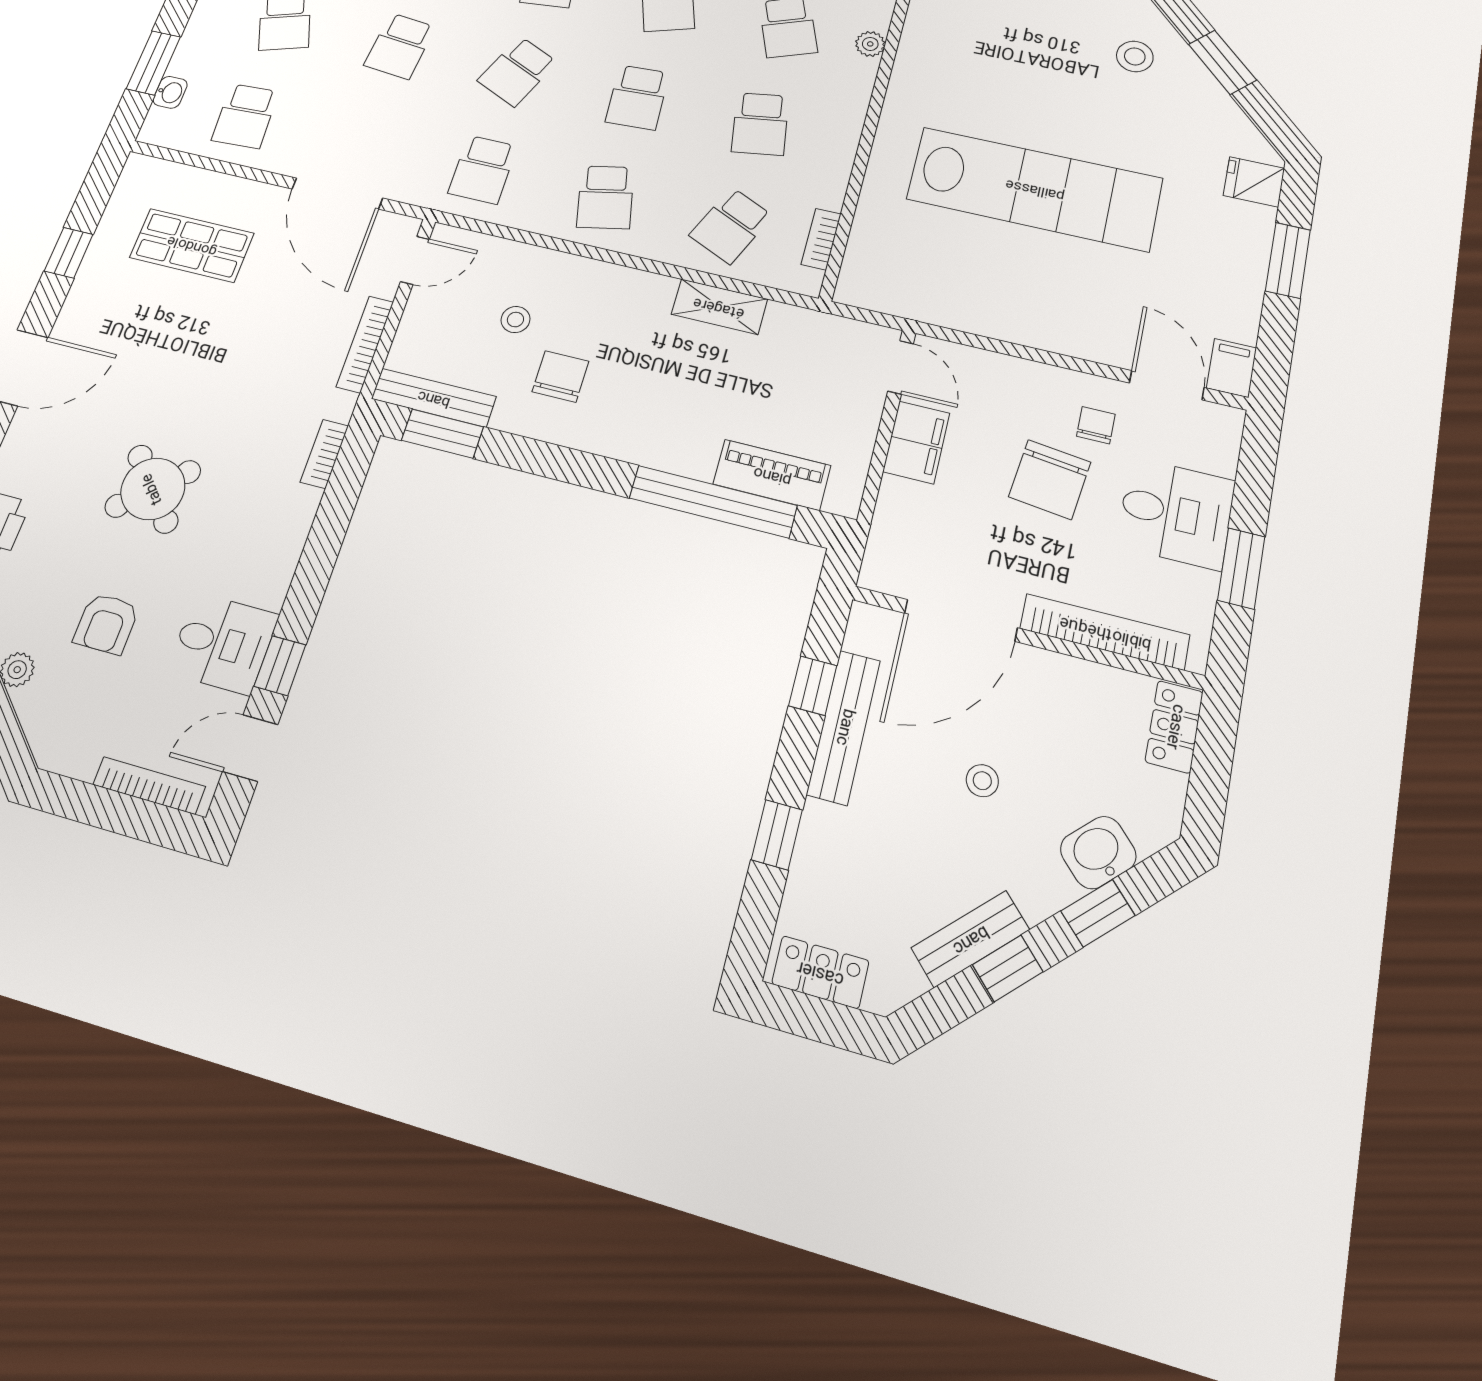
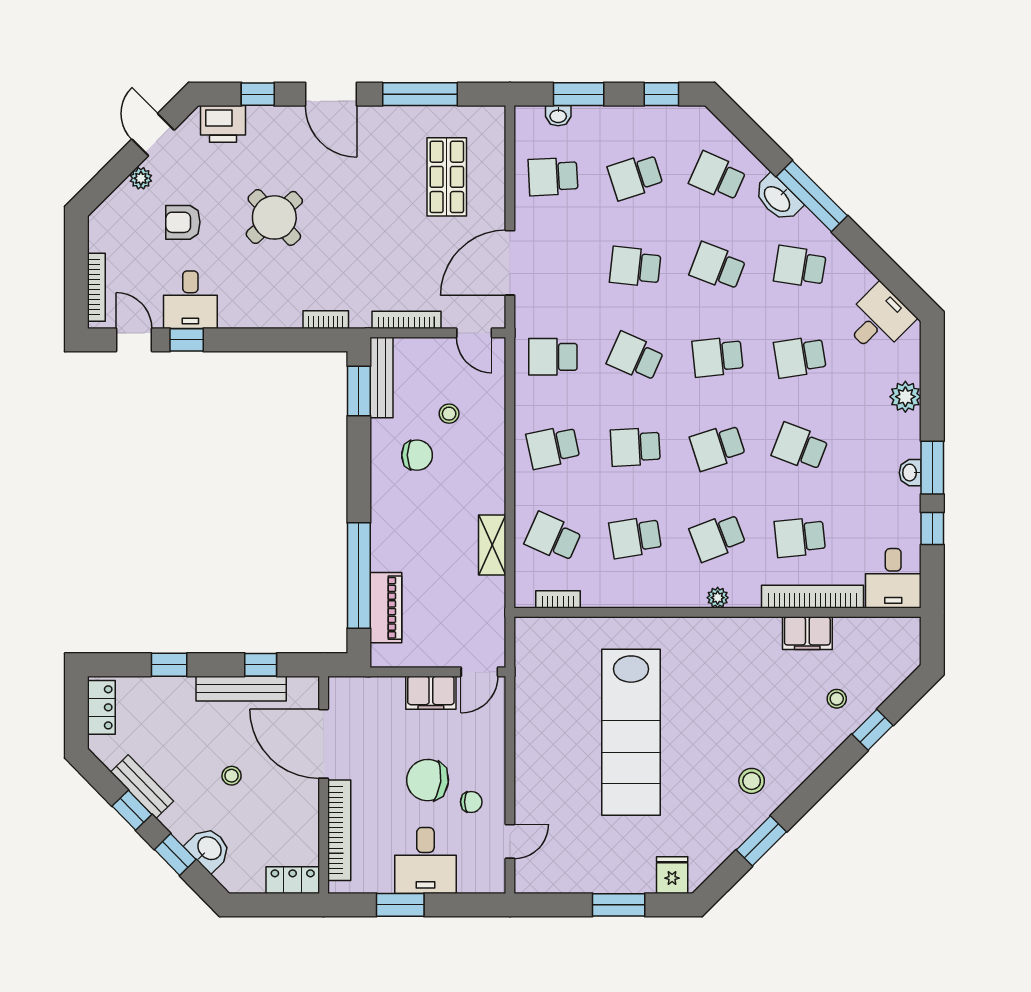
window: (69, 253) -> (420, 94), width x2.17
filing cabinet: (1232, 368) -> (532, 880), removed
door: (1167, 385) -> (510, 841), width x0.73

